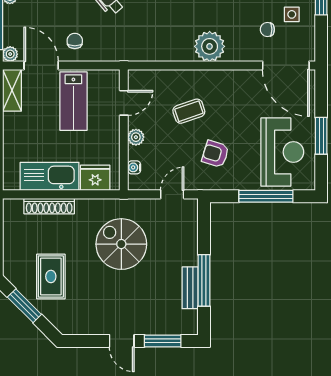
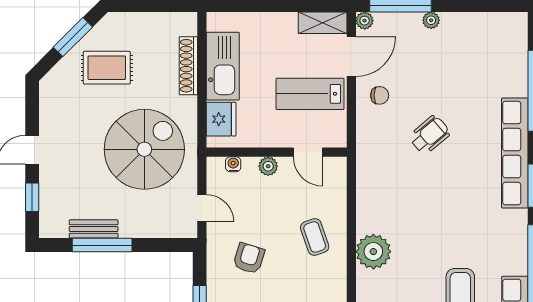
coffee table: (189, 111) -> (315, 237), moved
spiral stairs: (121, 244) -> (144, 149), width x1.37, depth x1.37
window: (163, 341) -> (32, 197), width x0.67

